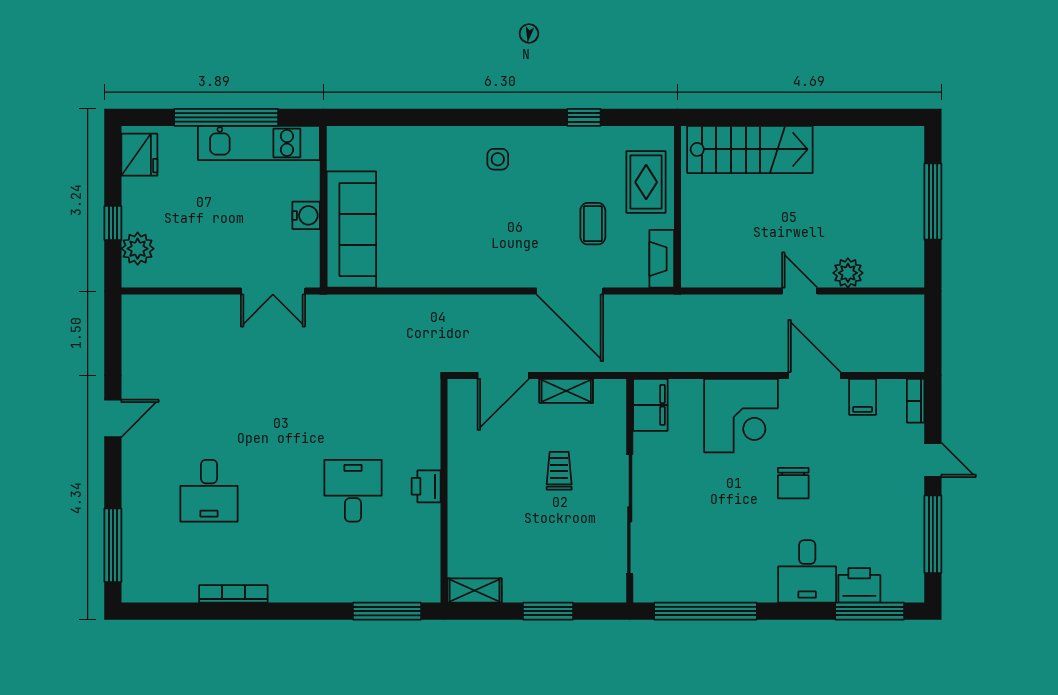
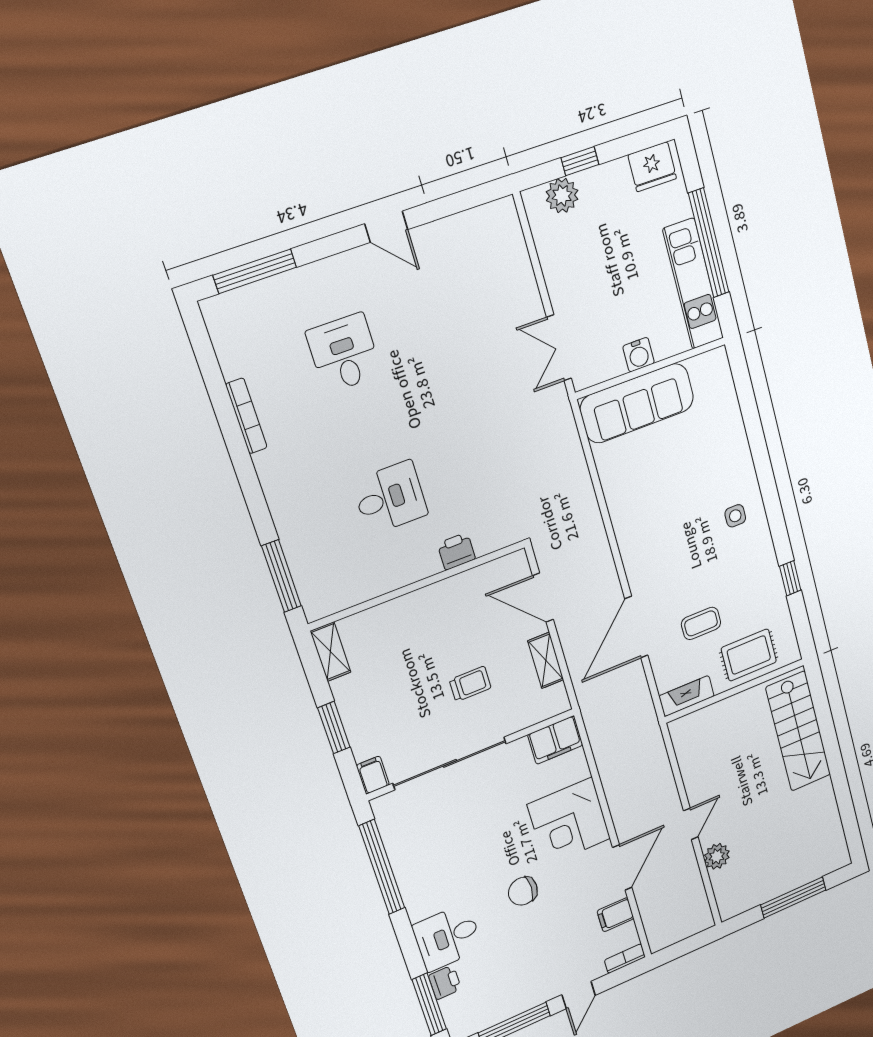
printer: (426, 486) -> (456, 551), moved
desk: (209, 491) -> (344, 353), turned 90
printer: (859, 585) -> (445, 982), width x0.73, depth x0.81
filing cabinet: (610, 590) -> (373, 775), added

